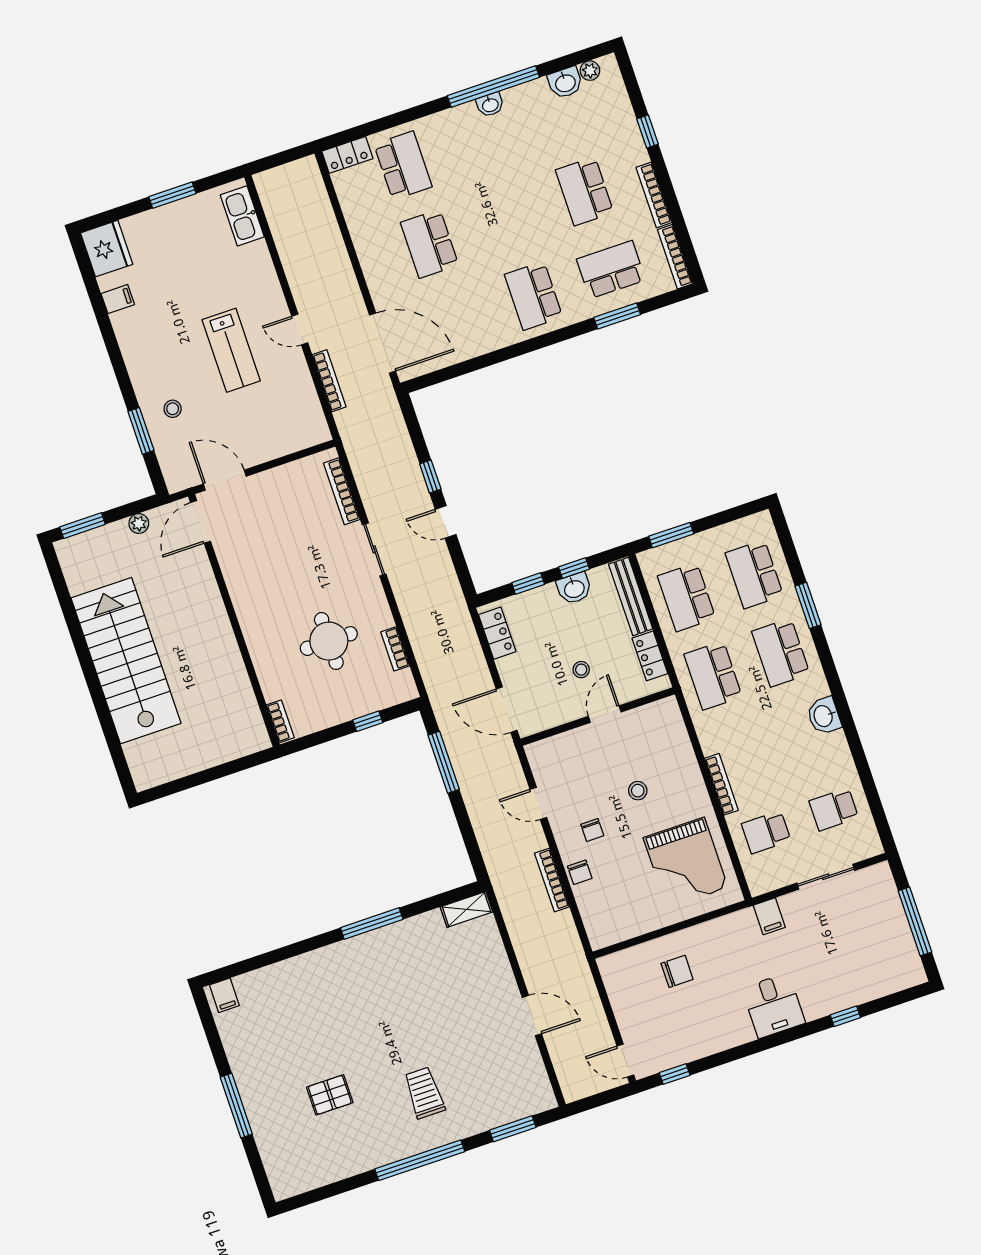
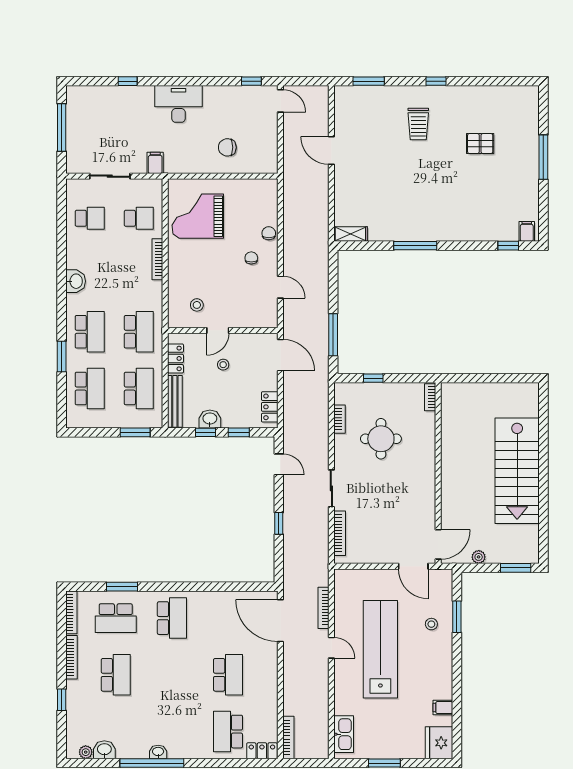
lab bench: (231, 350) -> (380, 649), width x1.86, depth x1.39
door: (446, 522) -> (279, 464), moved
stool: (638, 791) -> (197, 305), moved
grand piano: (686, 863) -> (198, 216), turned -90
bookcase: (552, 880) -> (288, 737), moved
window: (243, 967) -> (508, 246), added
desk: (773, 1006) -> (178, 104), width x1.37
window: (420, 1160) -> (436, 81), width x0.32

